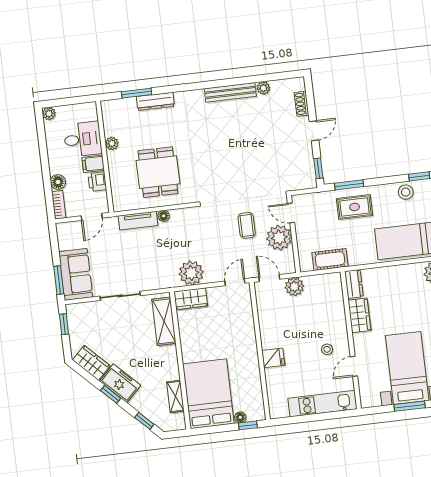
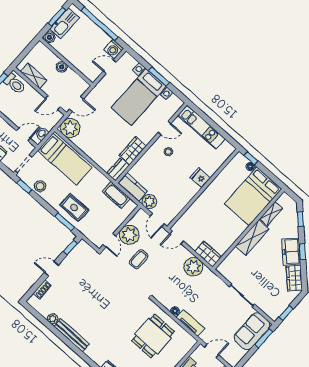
kitchen counter: (323, 283) -> (133, 187), added
shelving: (164, 321) -> (252, 238), moved

